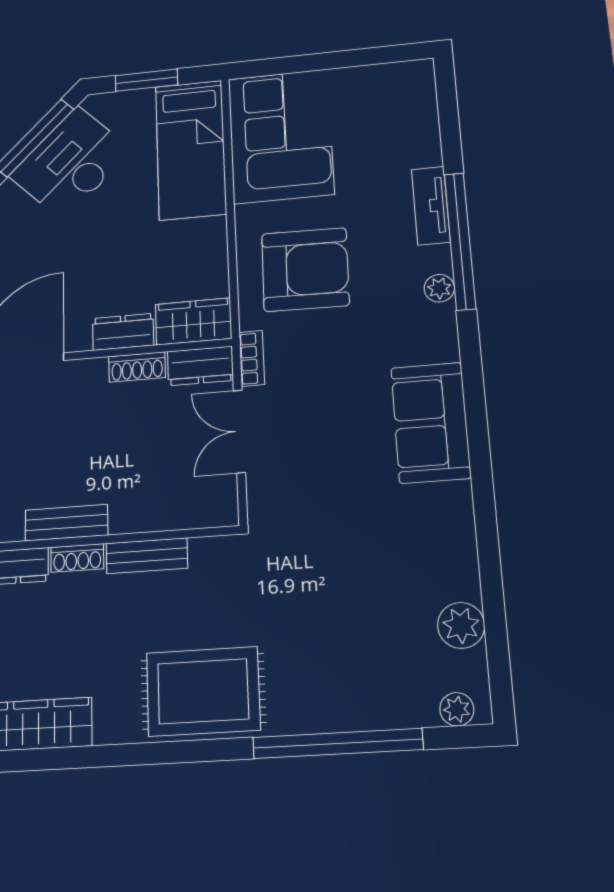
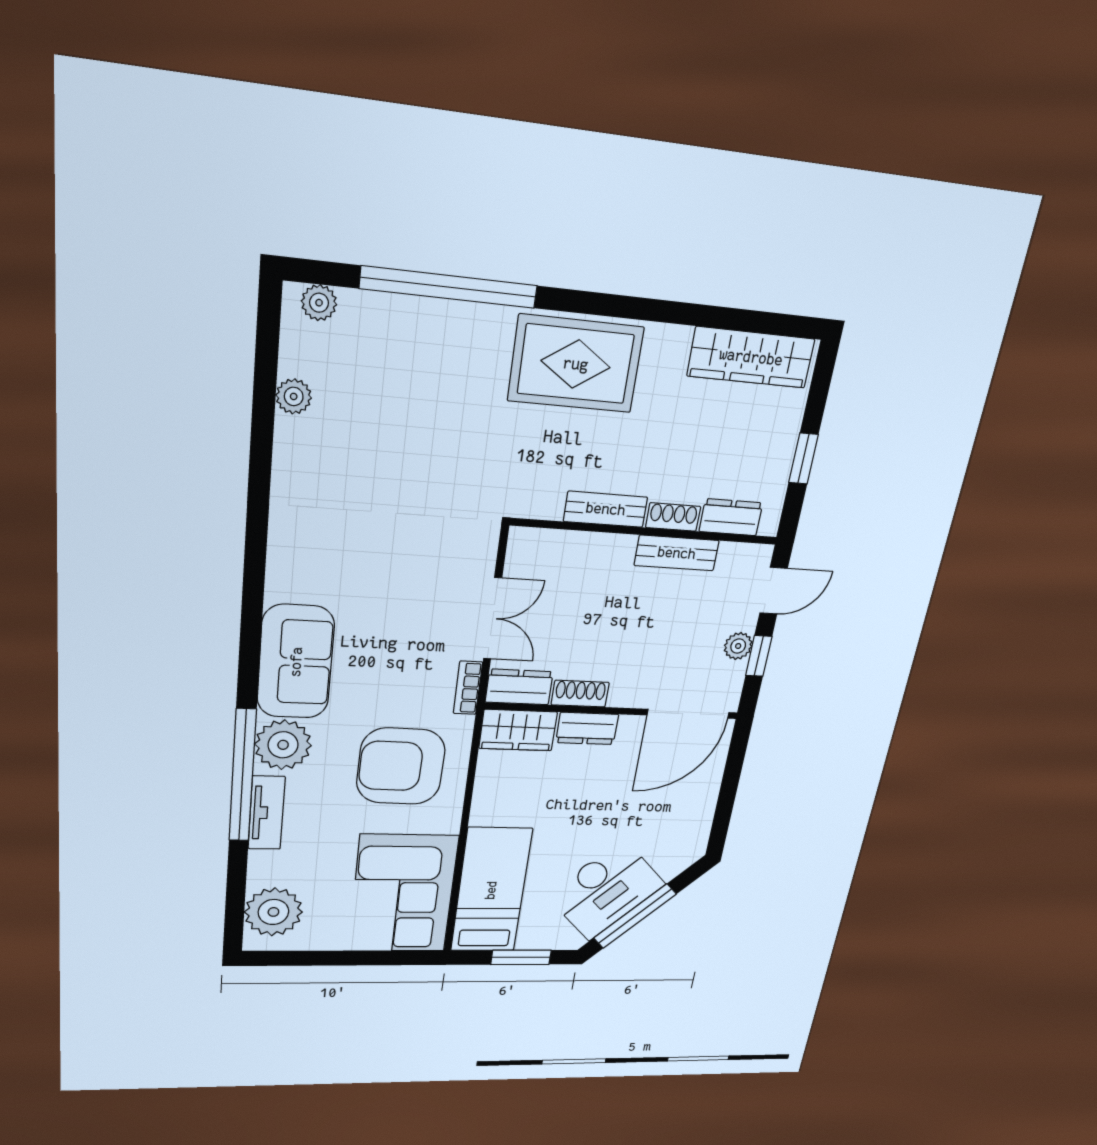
plant: (408, 103) -> (273, 912), added
plant: (439, 288) -> (283, 745), width x1.87, depth x1.87
sofa: (431, 422) -> (296, 662), moved
plant: (461, 625) -> (294, 396), width x0.73, depth x0.73

